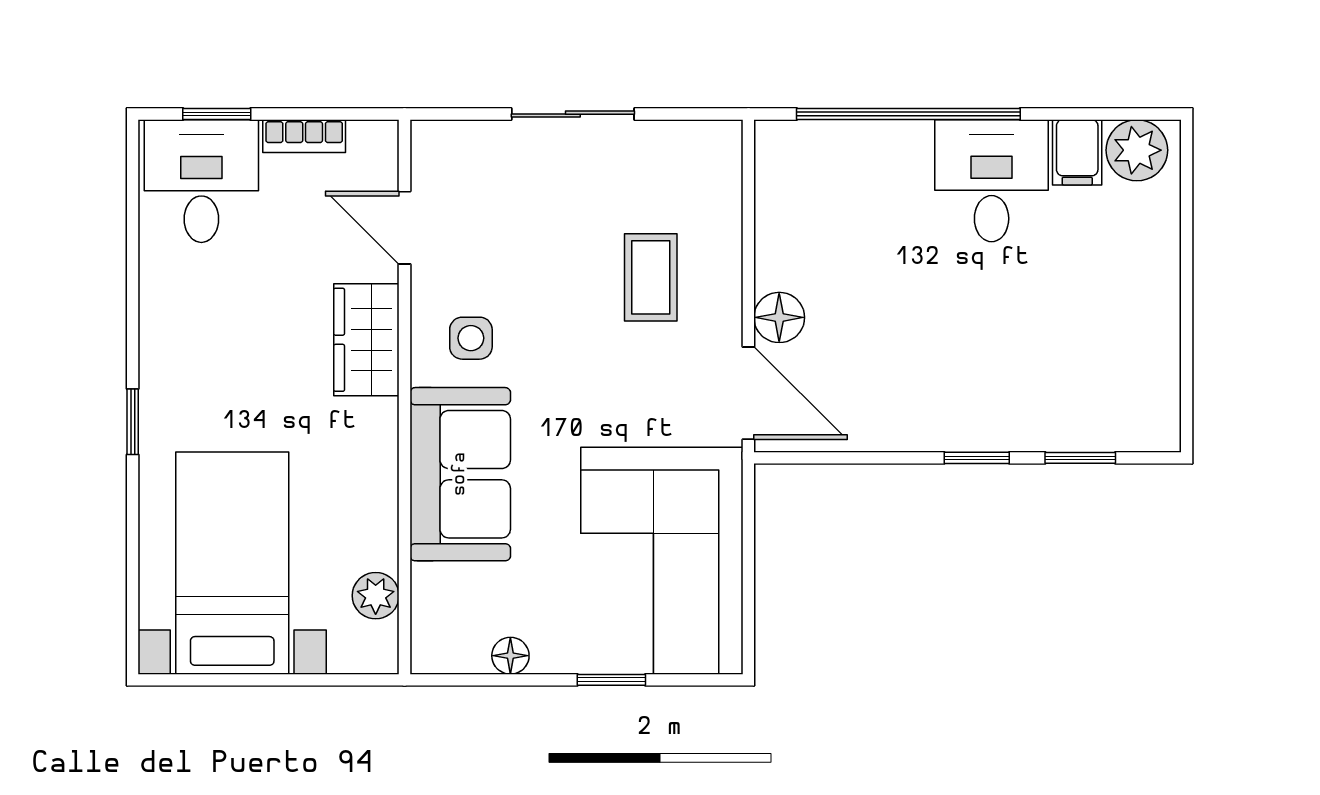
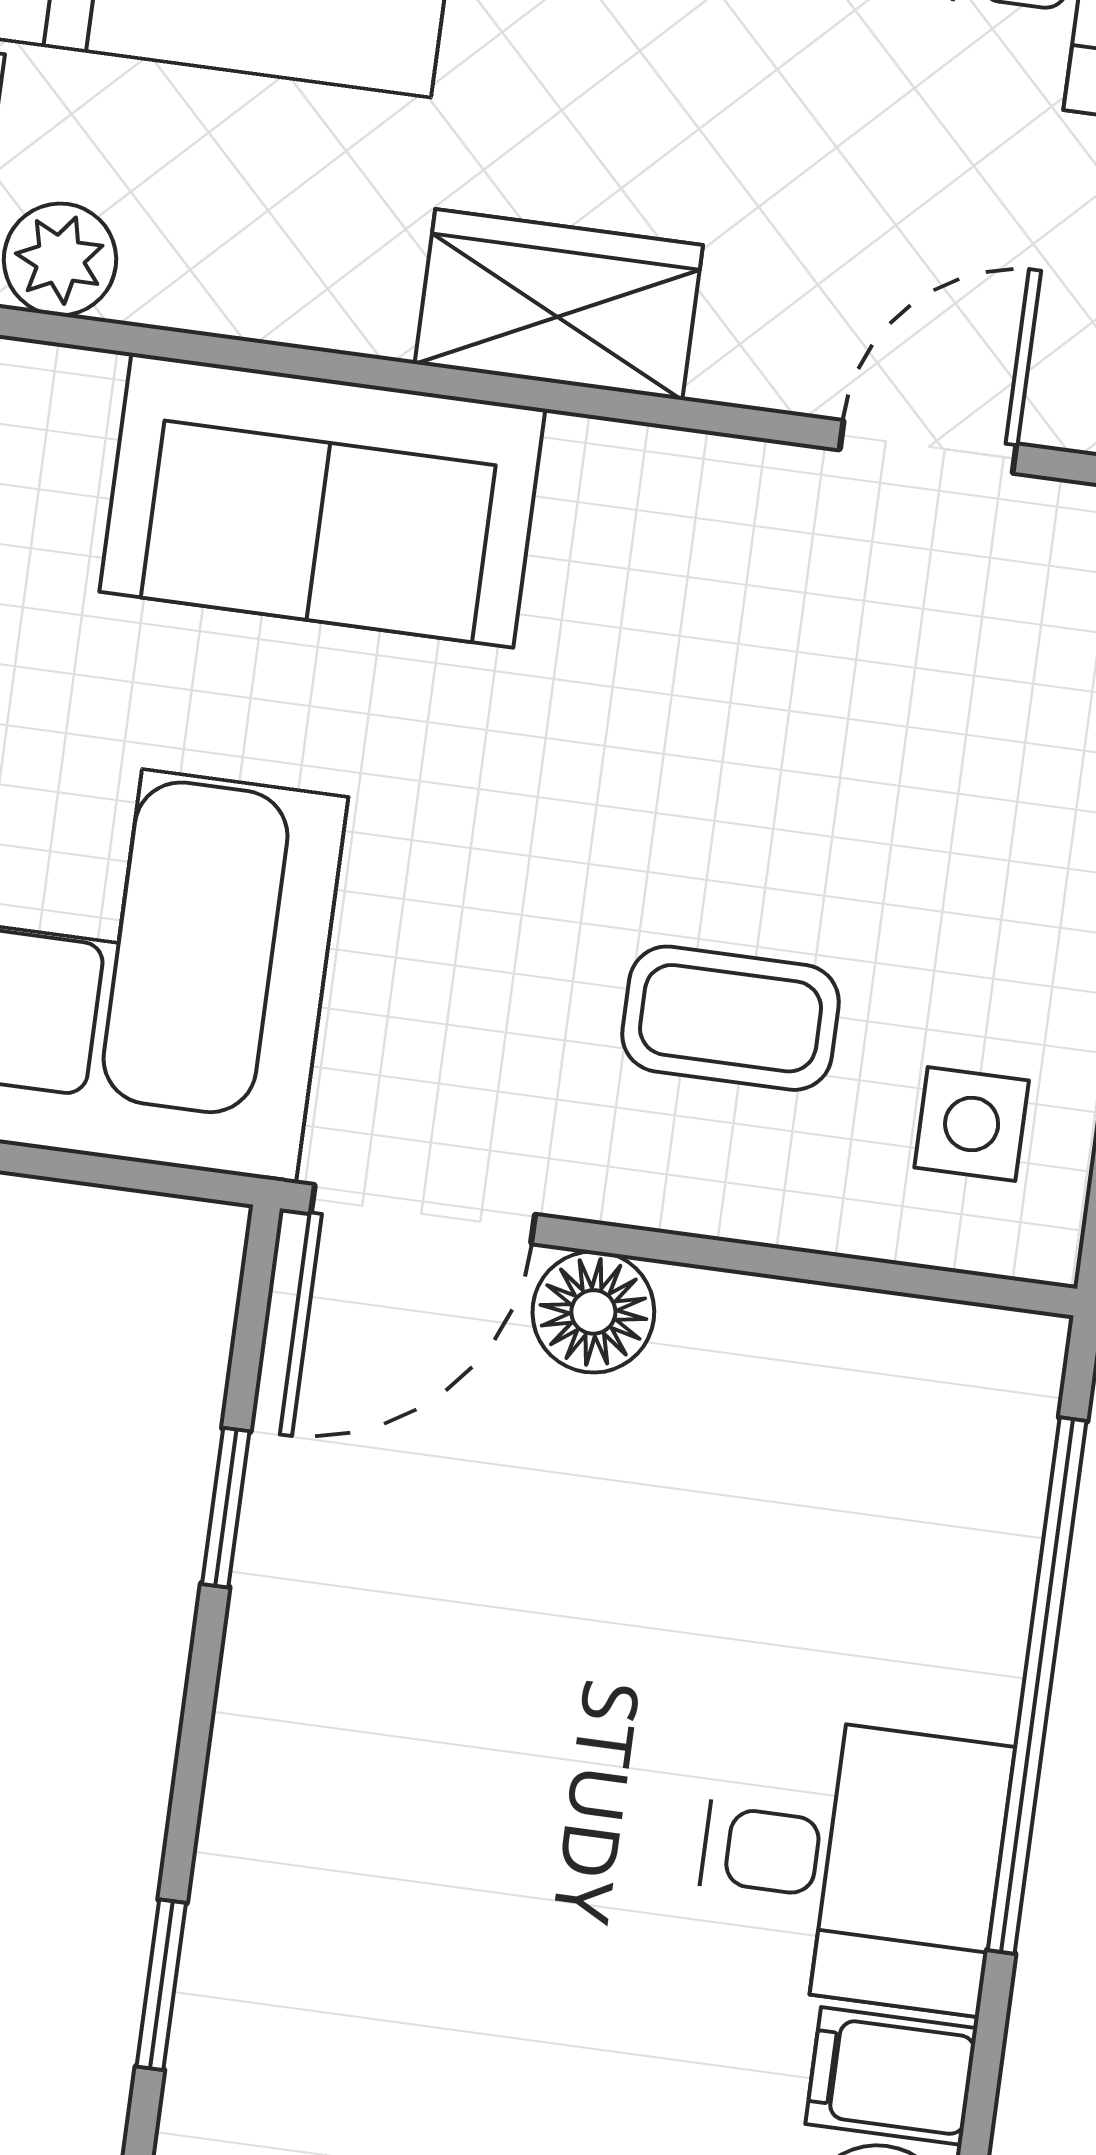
side table: (471, 338) -> (972, 1124), moved
wardrobe: (366, 340) -> (559, 304), moved
window: (977, 458) -> (226, 1508), moved

